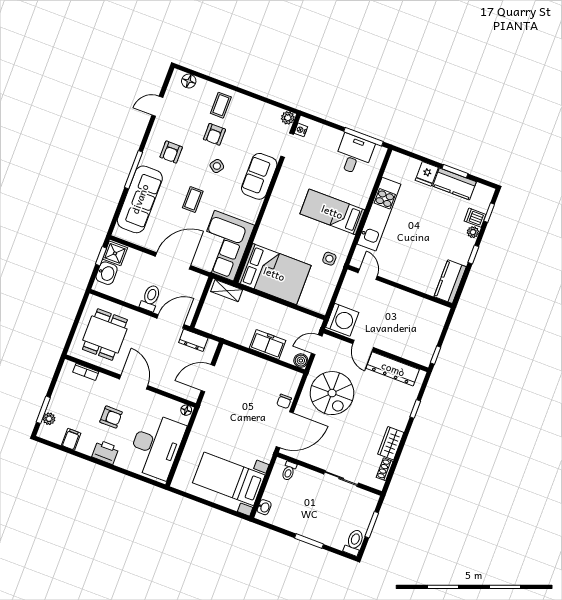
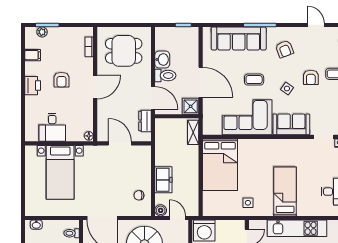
armchair: (214, 134) -> (311, 77), turned -90
armchair: (171, 152) -> (284, 49), turned -111
corner sofa: (224, 246) -> (247, 117), moved
shower: (115, 253) -> (191, 106), moved
washbasin: (107, 273) -> (162, 59), moved, turned -90
chair: (284, 401) -> (139, 195), moved
desk: (156, 446) -> (52, 127), width x0.53, depth x0.77
bed with nightstands: (229, 479) -> (60, 172), moved, turned 180

